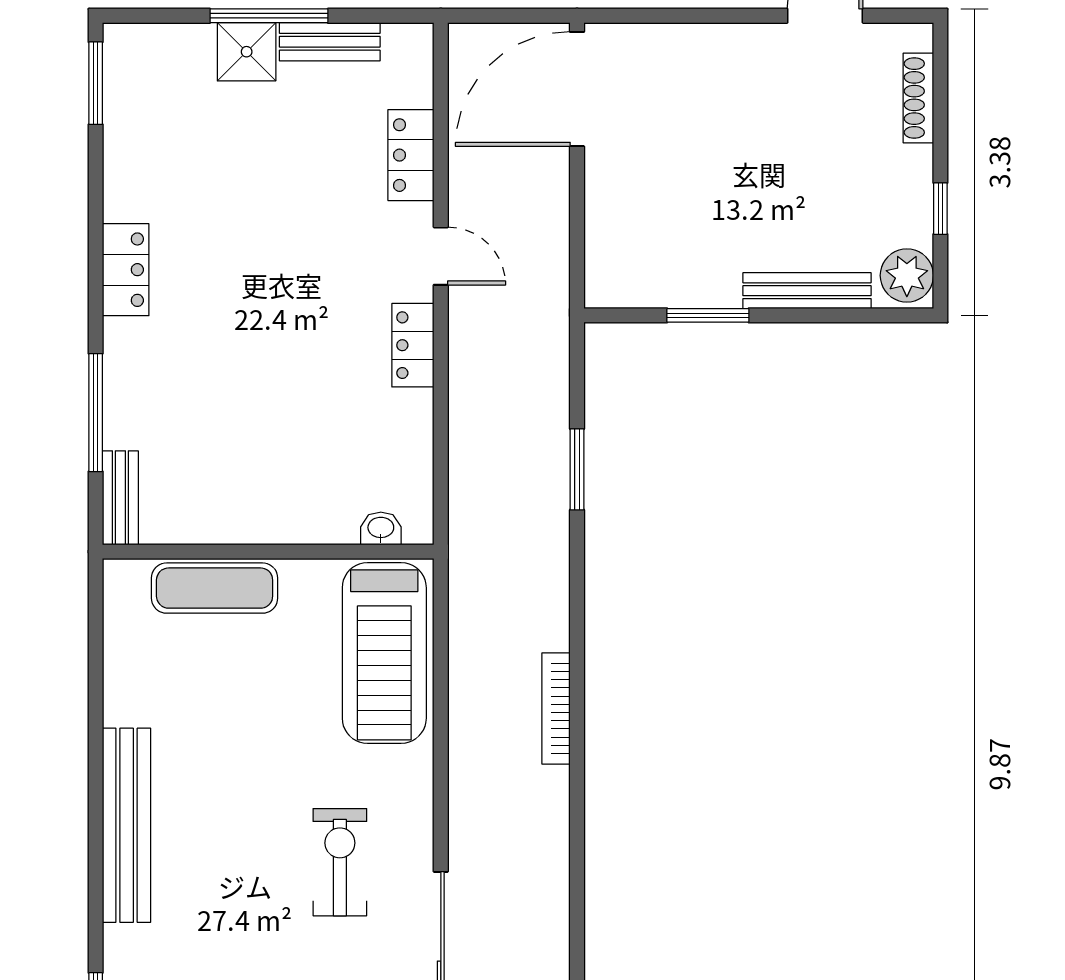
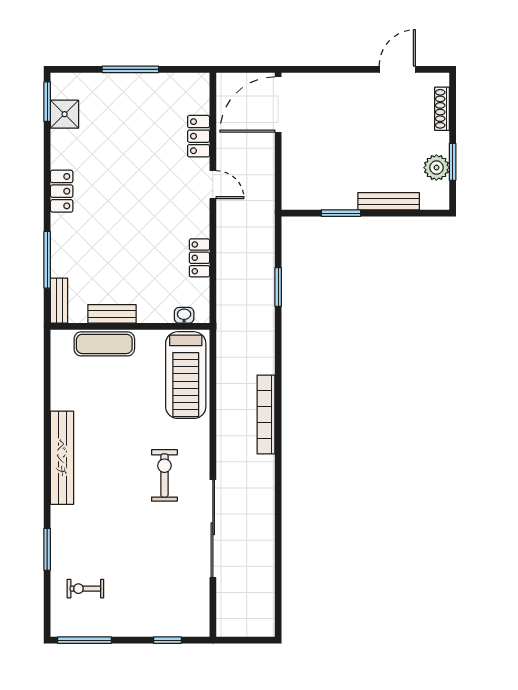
bench: (330, 42) -> (112, 314), moved
shower: (247, 52) -> (65, 114), moved
window: (940, 209) -> (453, 162), width x1.50
plant: (907, 275) -> (436, 168), moved
locker: (413, 345) -> (199, 258), moved
bookcase: (556, 708) -> (266, 414), width x1.48, depth x1.31

